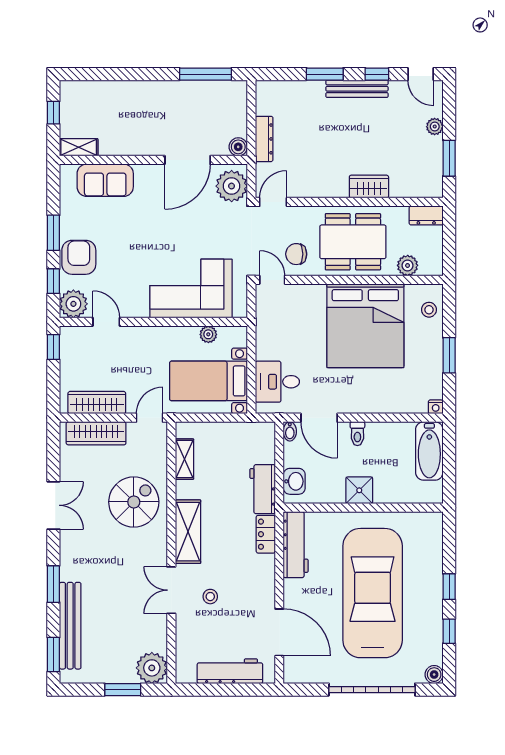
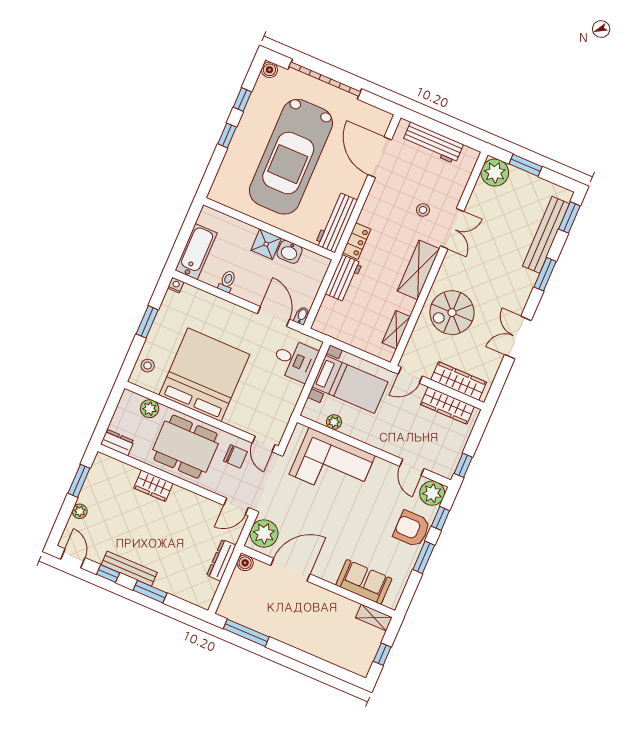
armchair: (79, 257) -> (412, 529), turned 90
toilet: (357, 434) -> (227, 281), moved
washbasin: (294, 481) -> (290, 252), moved, turned -90

